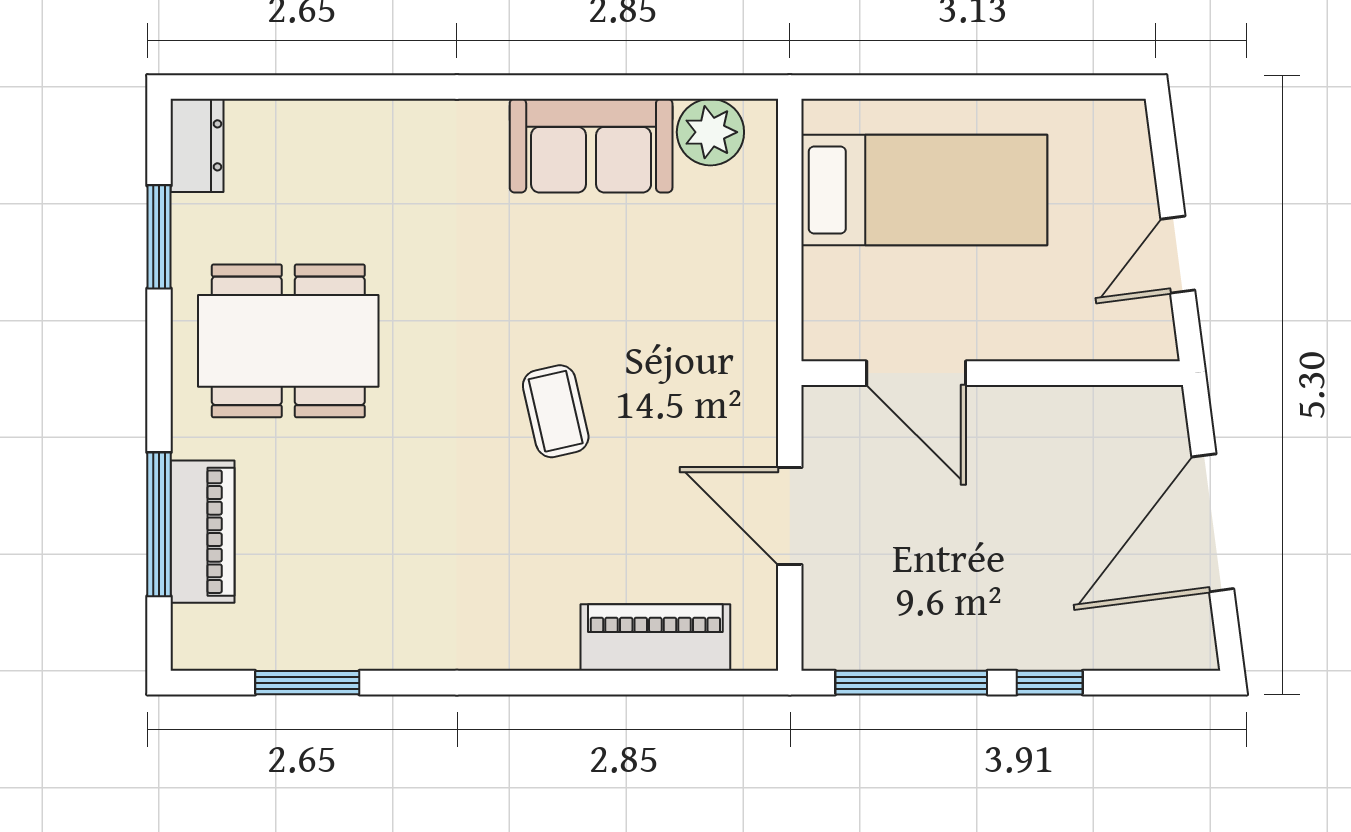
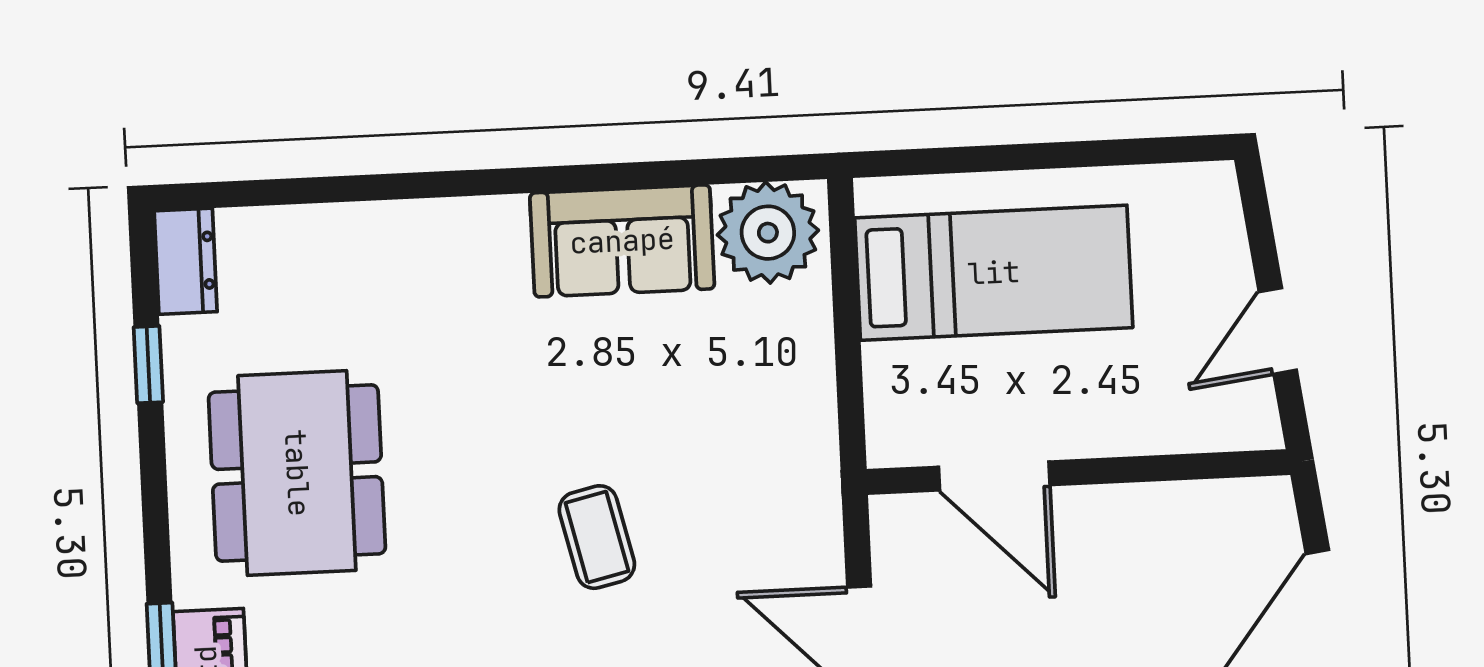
plant: (710, 132) -> (768, 233), width x1.36, depth x1.36
window: (159, 237) -> (148, 365), width x0.67
dining table: (288, 341) -> (297, 473), turned 90

